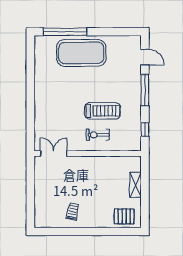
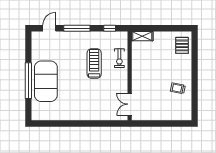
window: (65, 32) -> (28, 81), moved
exercise bike: (98, 135) -> (119, 58), moved
shelving: (136, 185) -> (142, 36), moved

